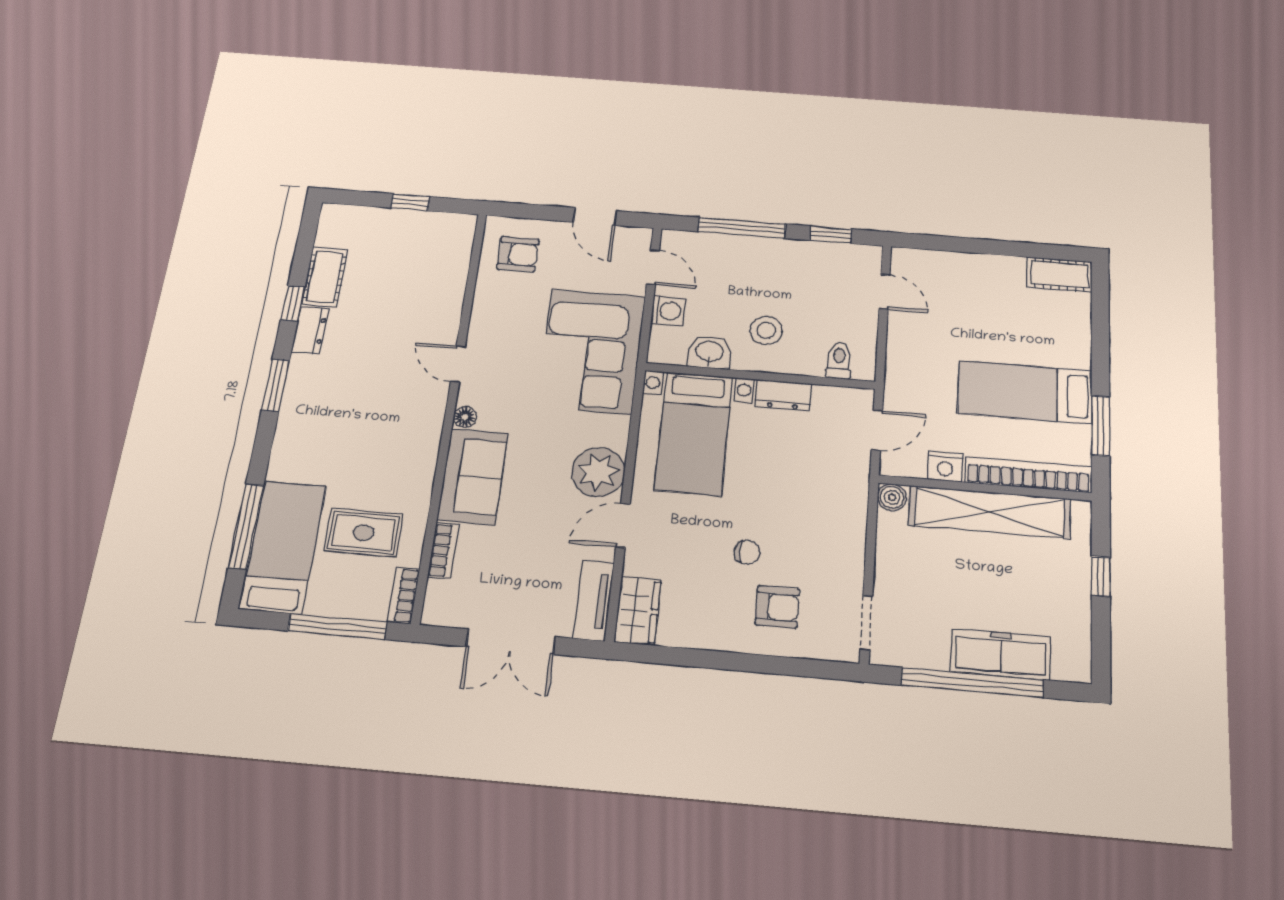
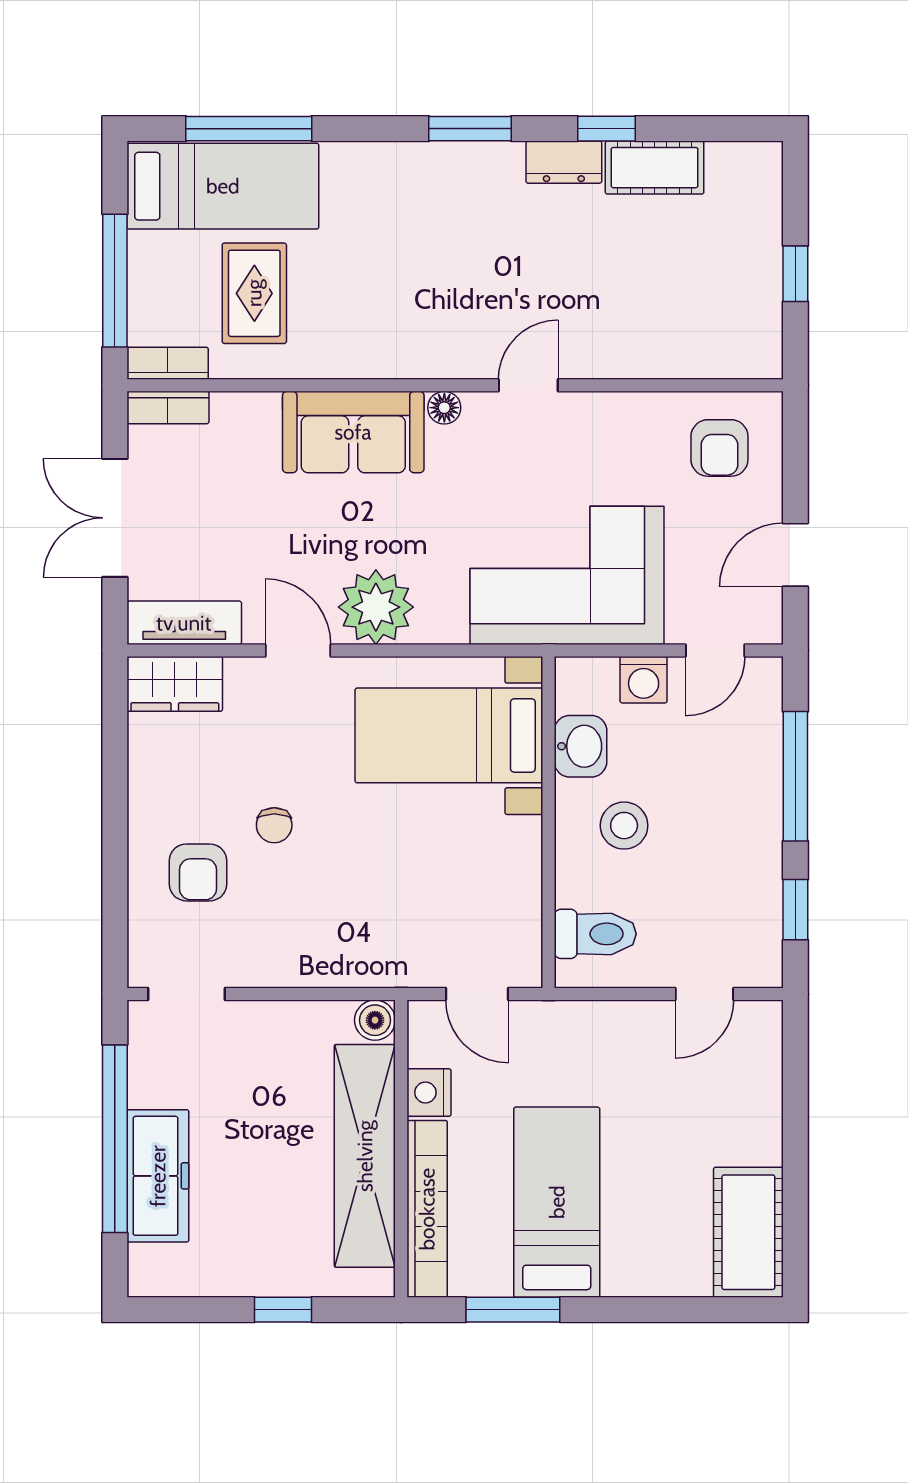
cot: (1059, 274) -> (748, 1232), width x1.37, depth x1.34
toilet: (839, 361) -> (595, 934), width x1.37, depth x1.39
dresser: (783, 395) -> (520, 858), removed
bookcase: (443, 551) -> (168, 408), moved

